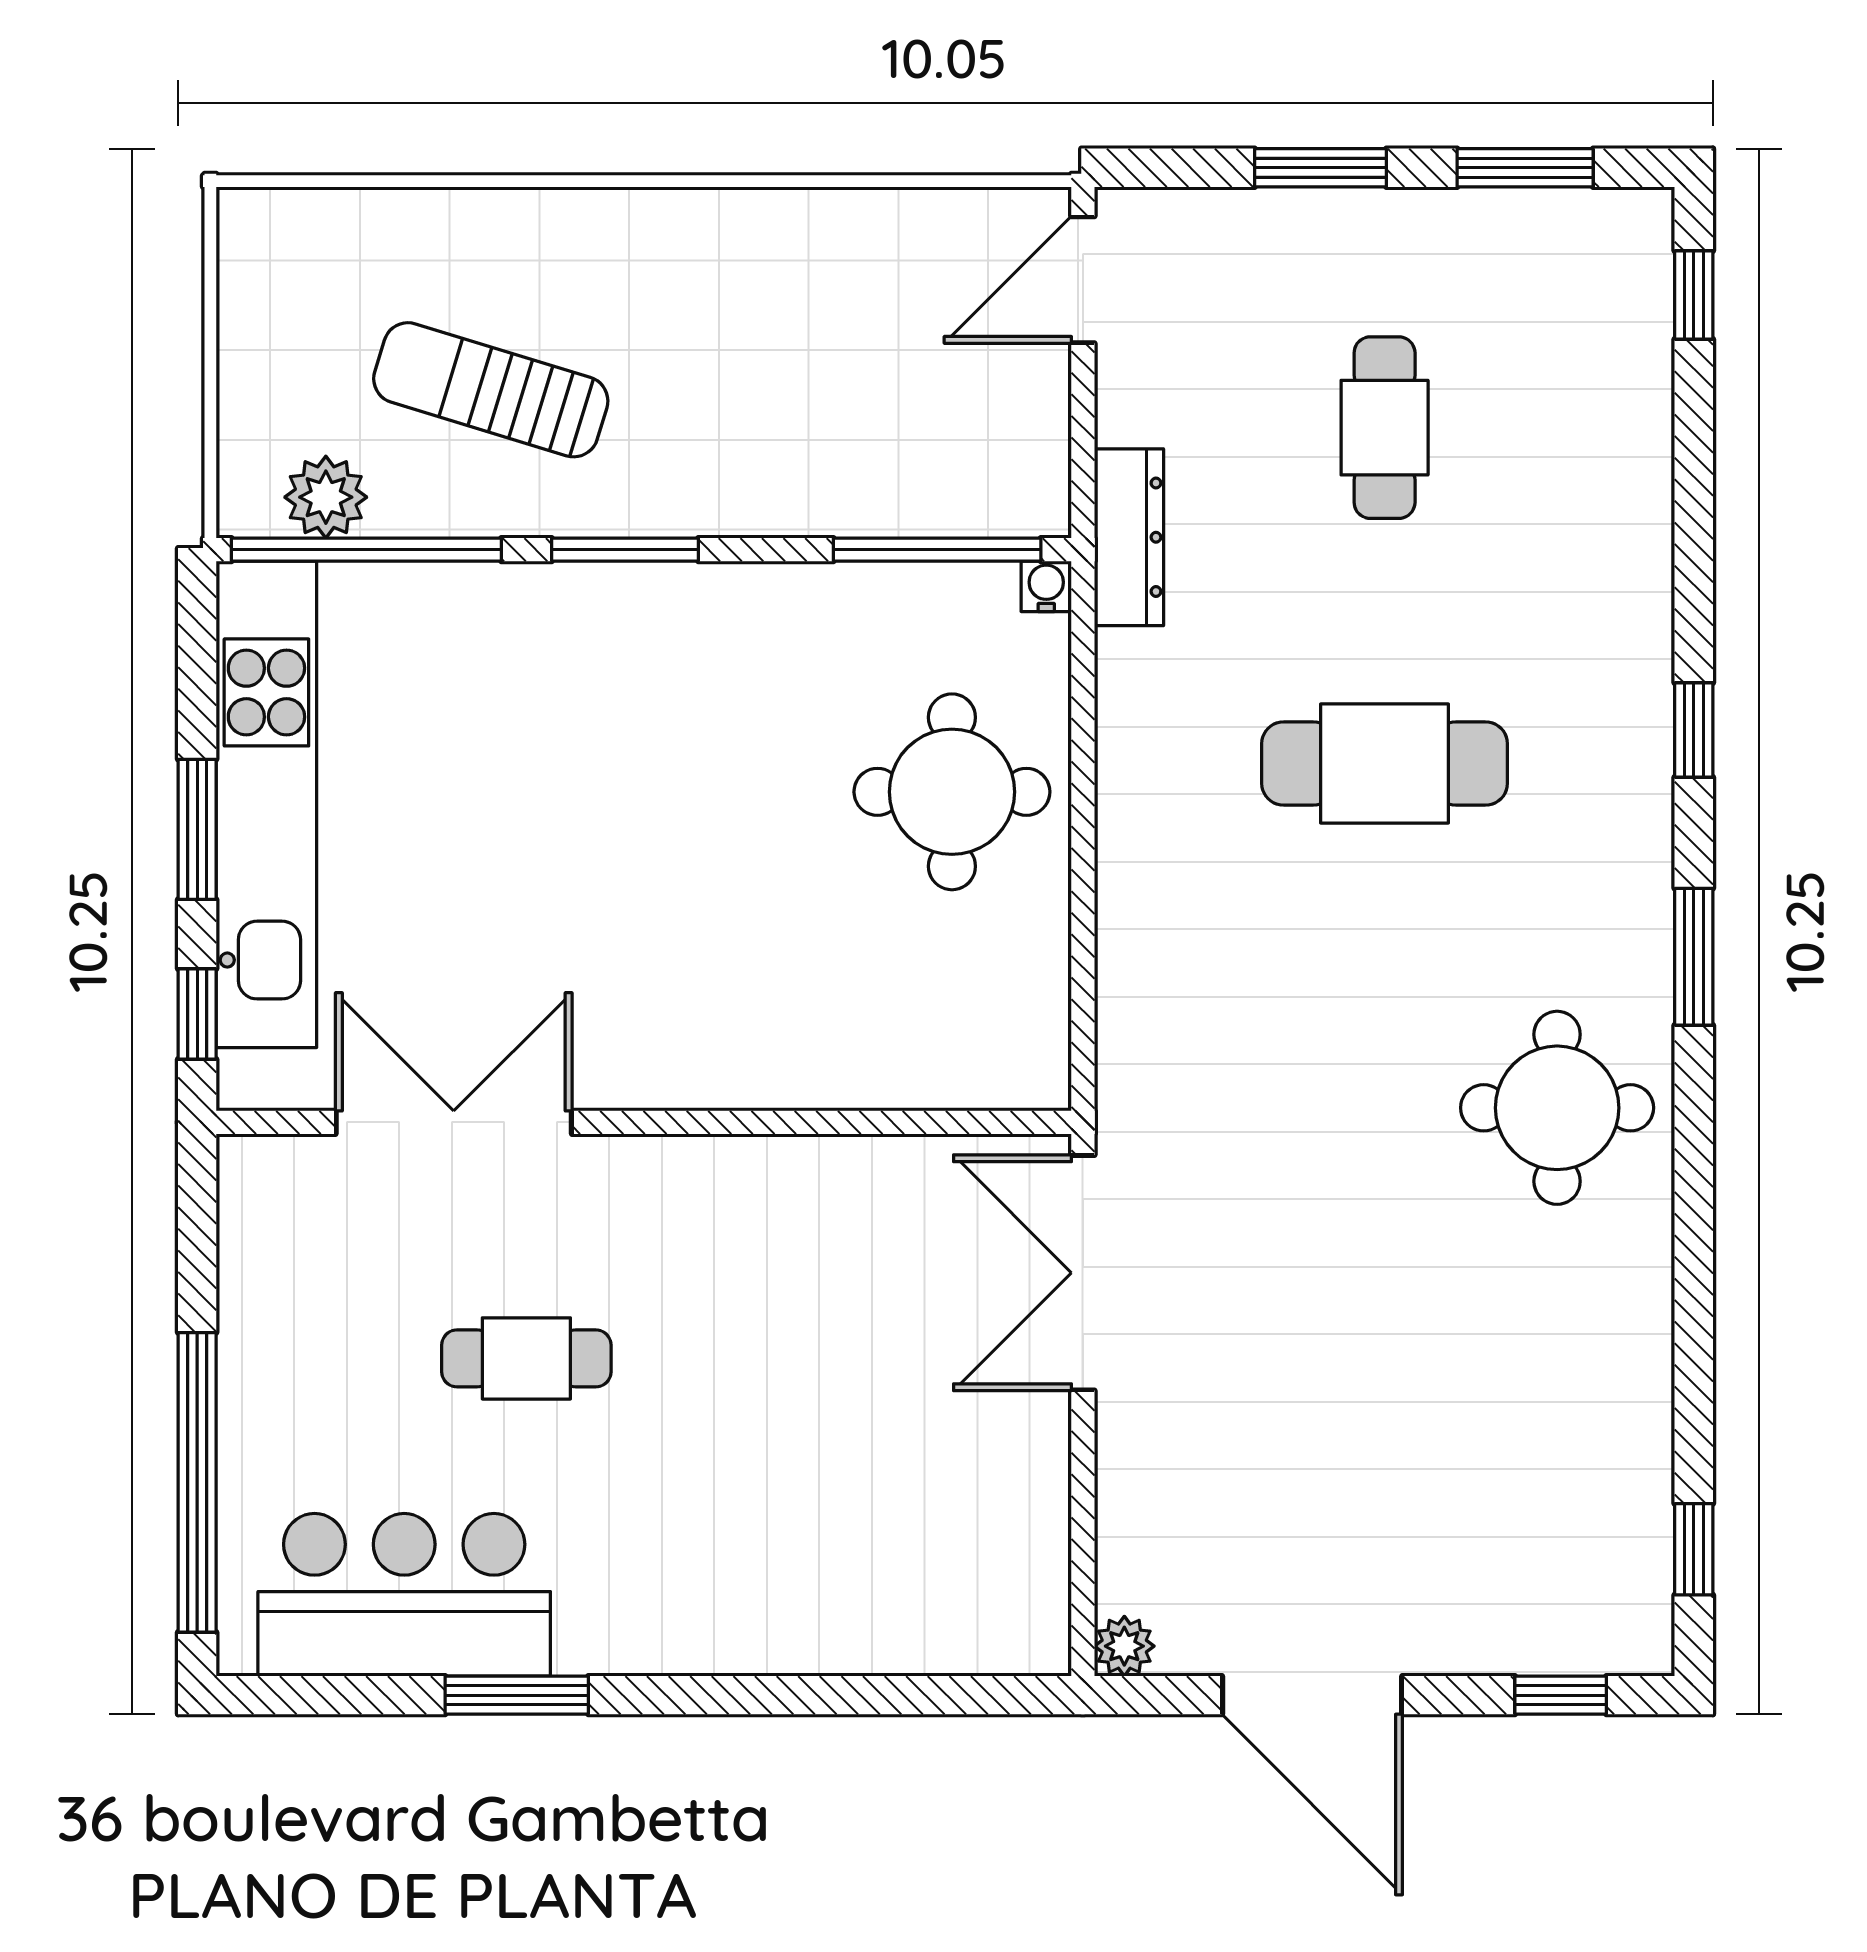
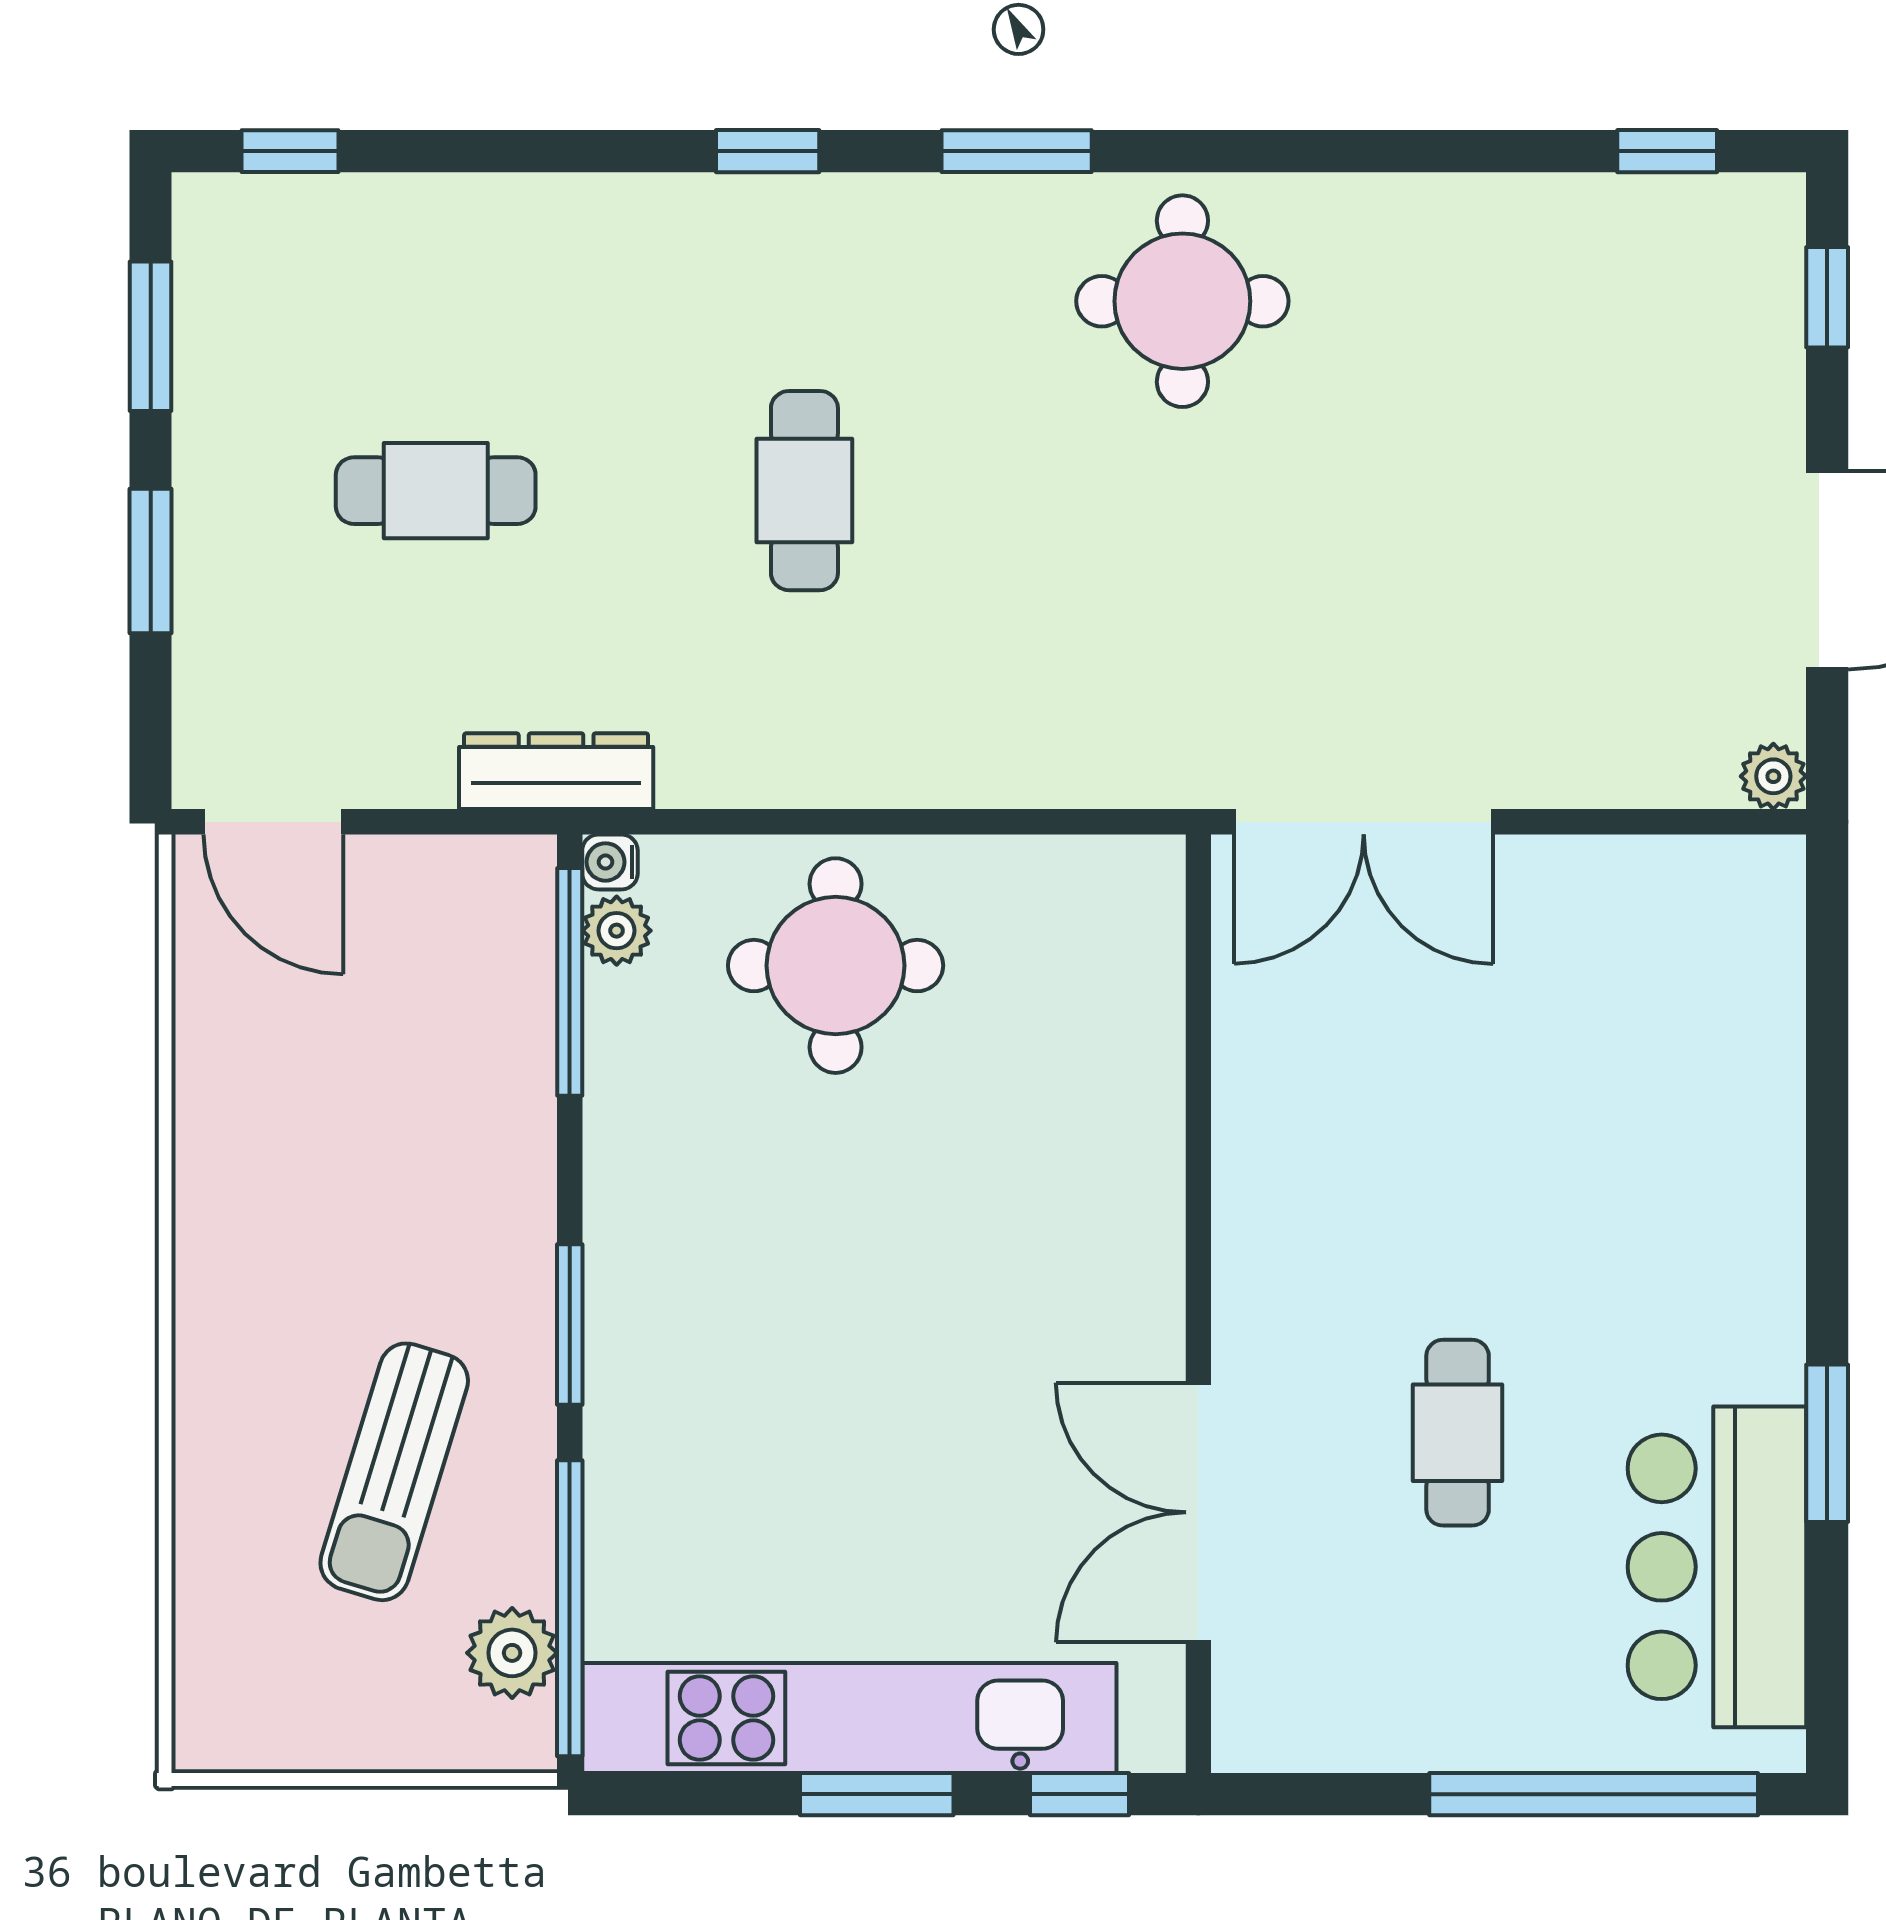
plant: (984, 592) -> (617, 931), added
cafe table: (1385, 764) -> (804, 491), width x0.73, depth x0.74

